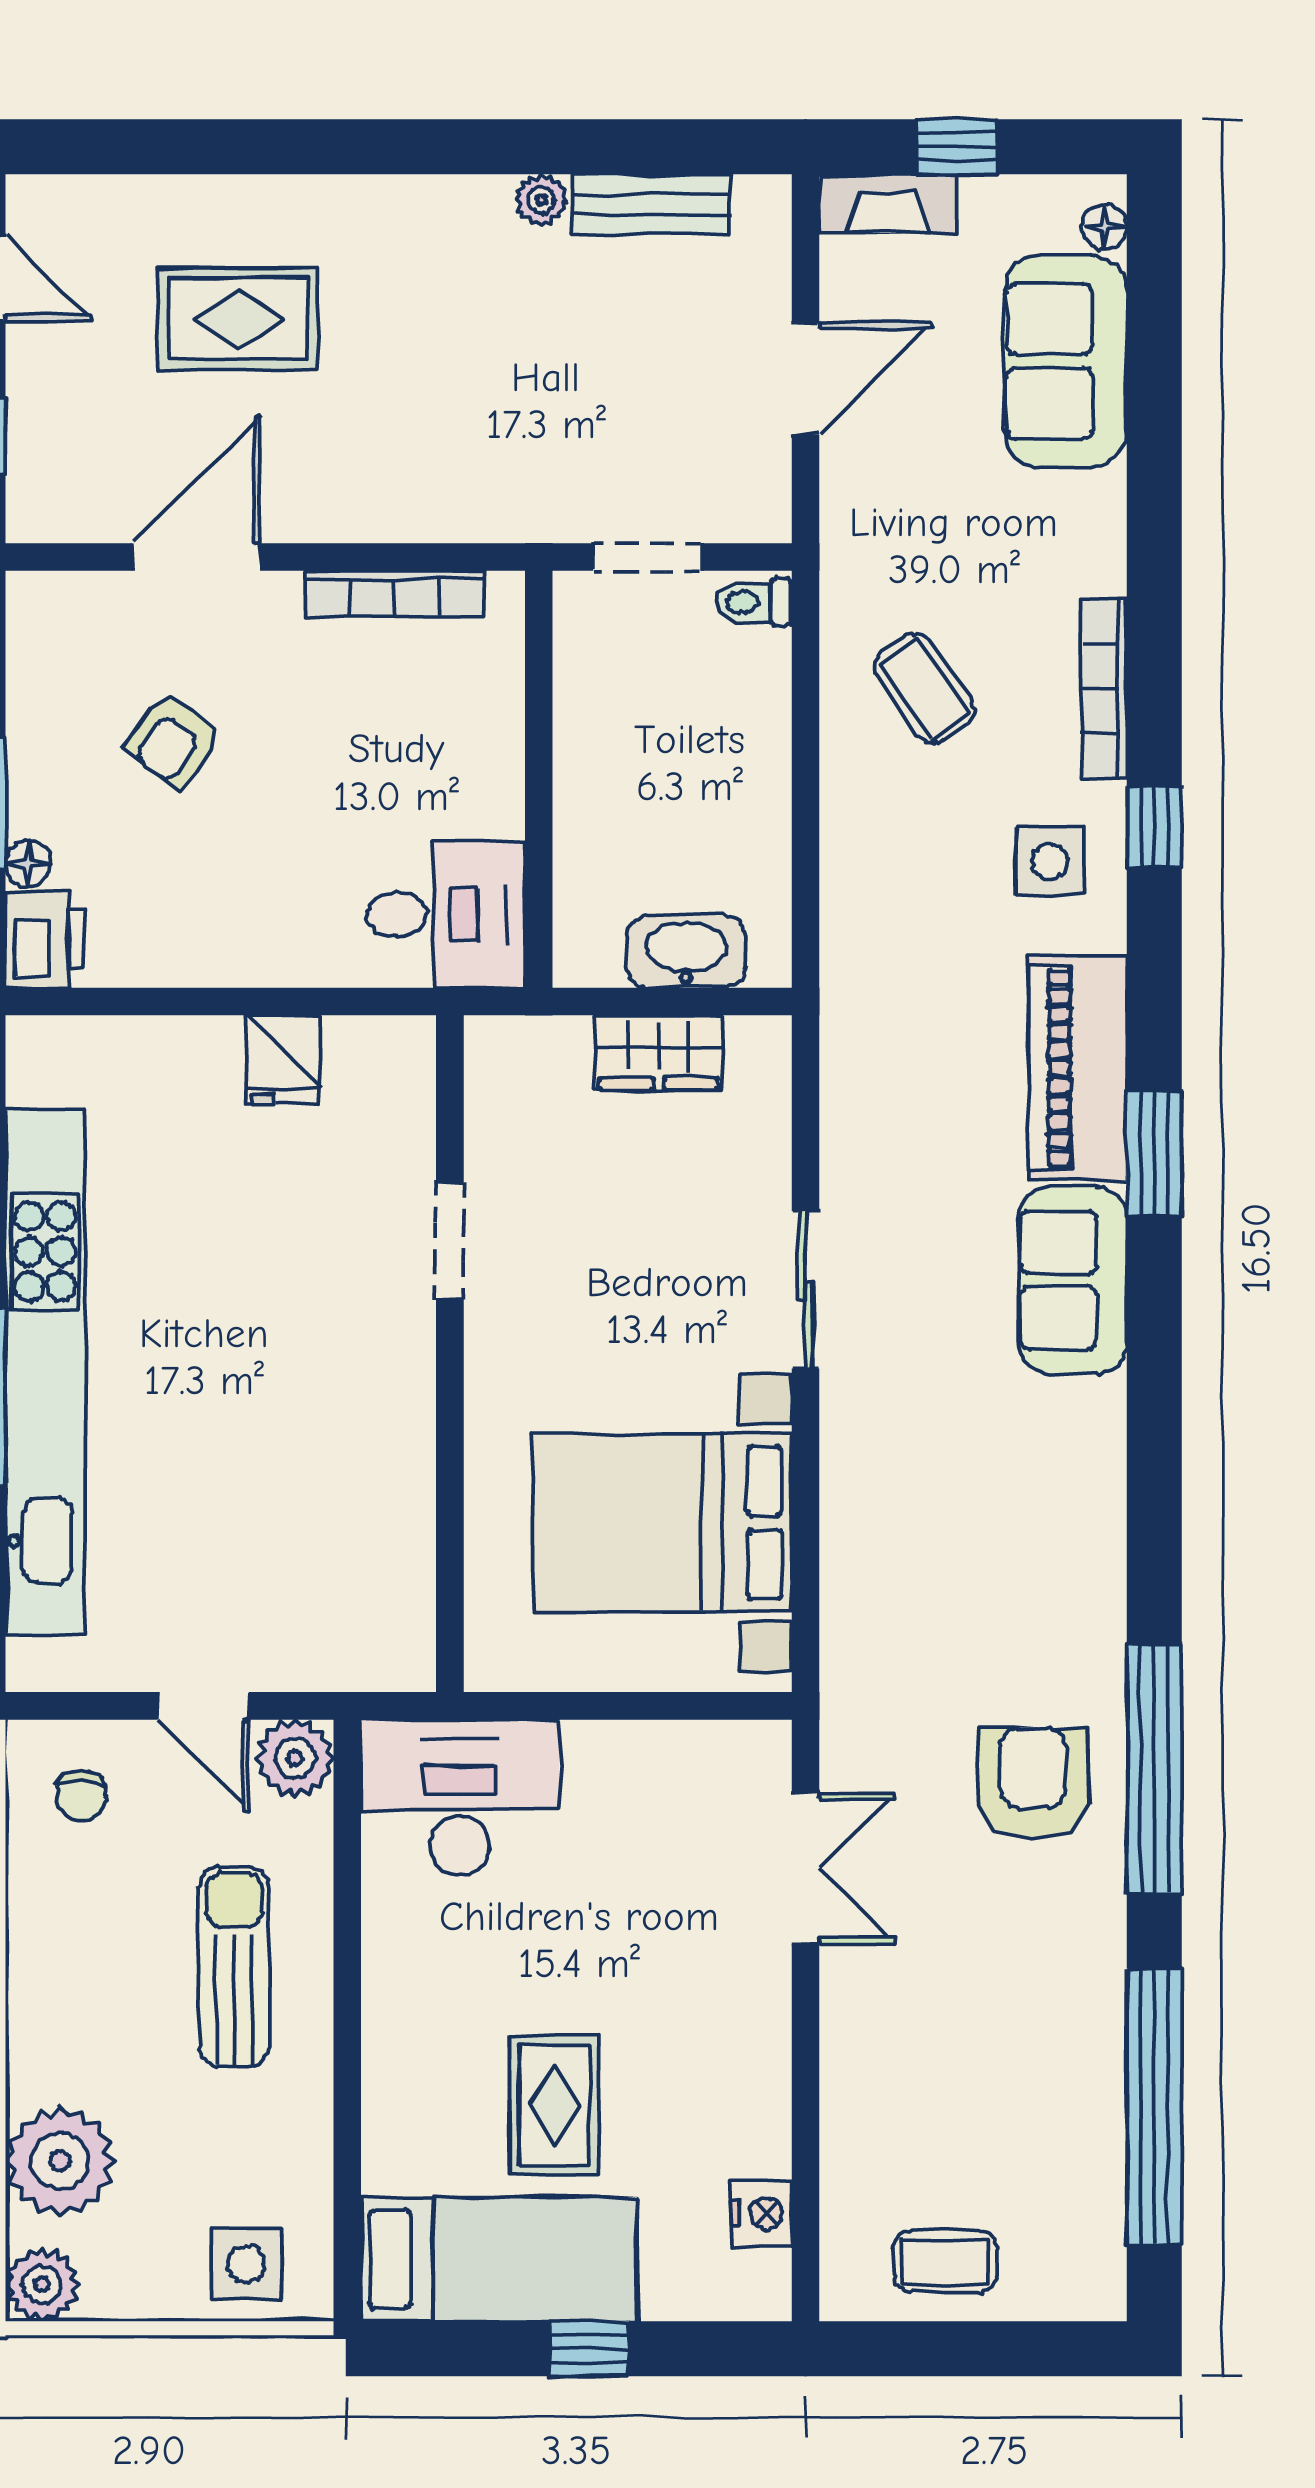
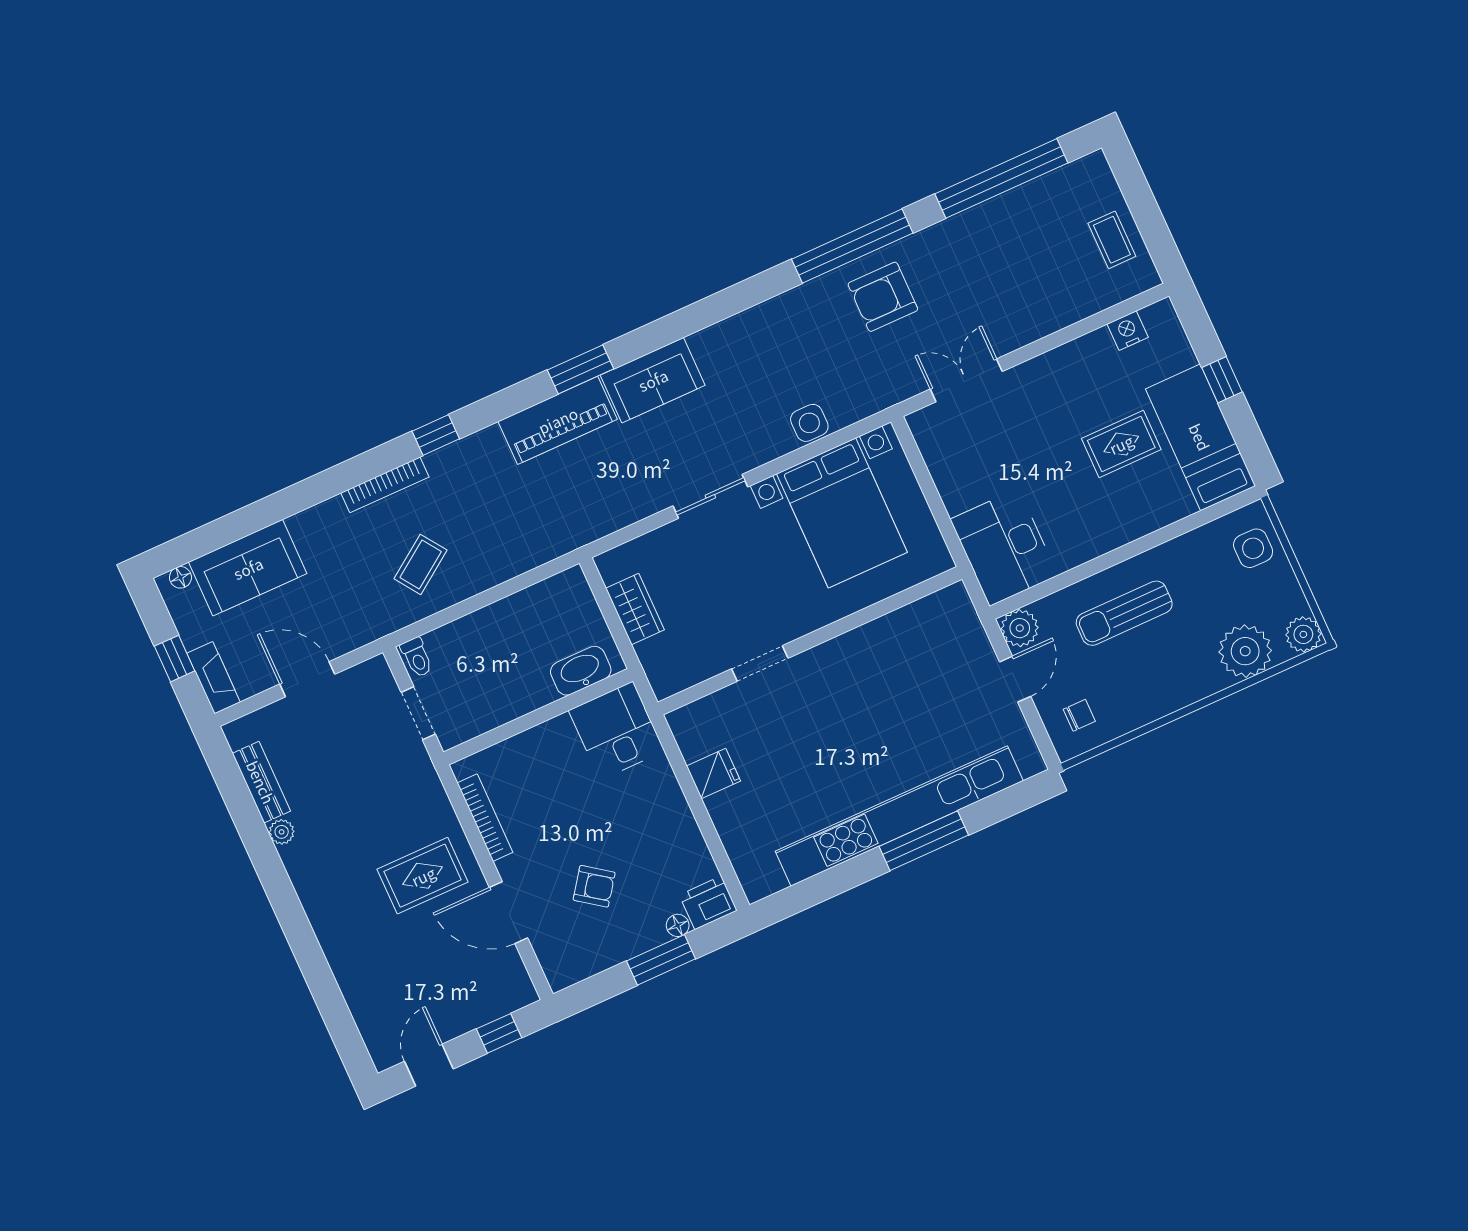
rug: (238, 319) -> (423, 876), moved, turned 90
side table: (1050, 862) -> (809, 423), moved
washbasin: (686, 952) -> (581, 671), moved, turned 90

